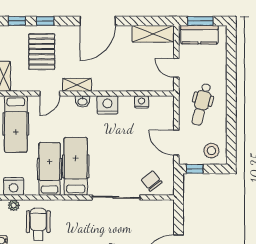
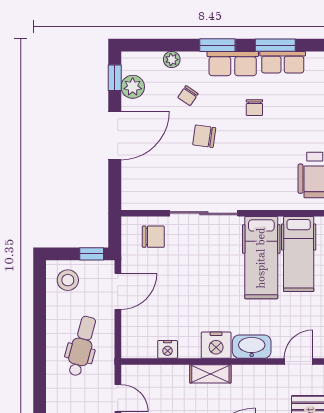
shelving: (77, 85) -> (210, 374), moved
washbasin: (82, 101) -> (252, 347), width x1.91, depth x1.45
door: (176, 143) -> (118, 291), hinge flipped
chair: (152, 181) -> (153, 237), turned -52

